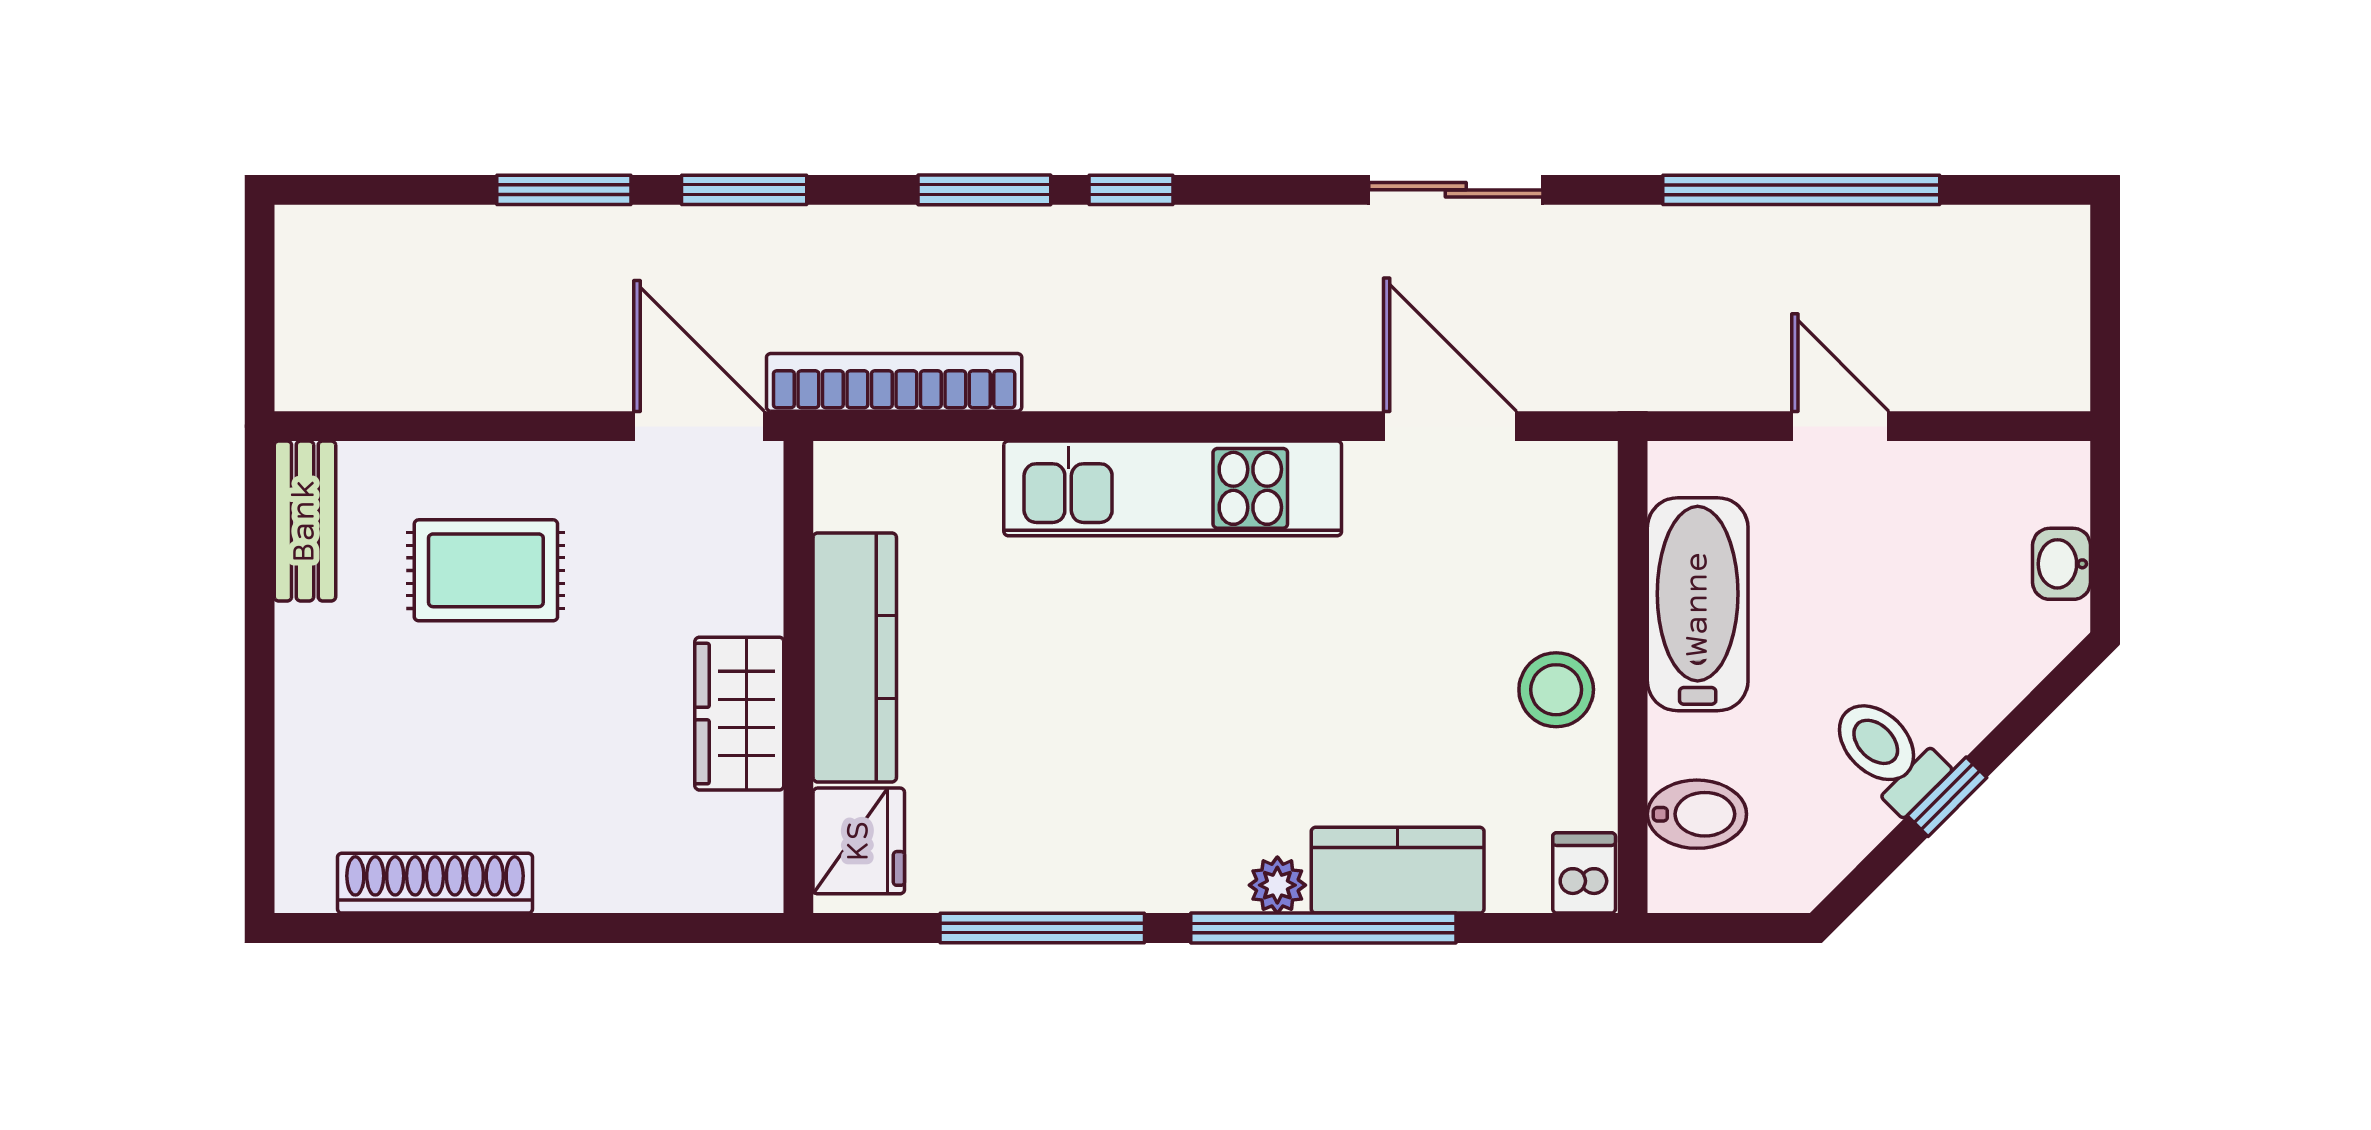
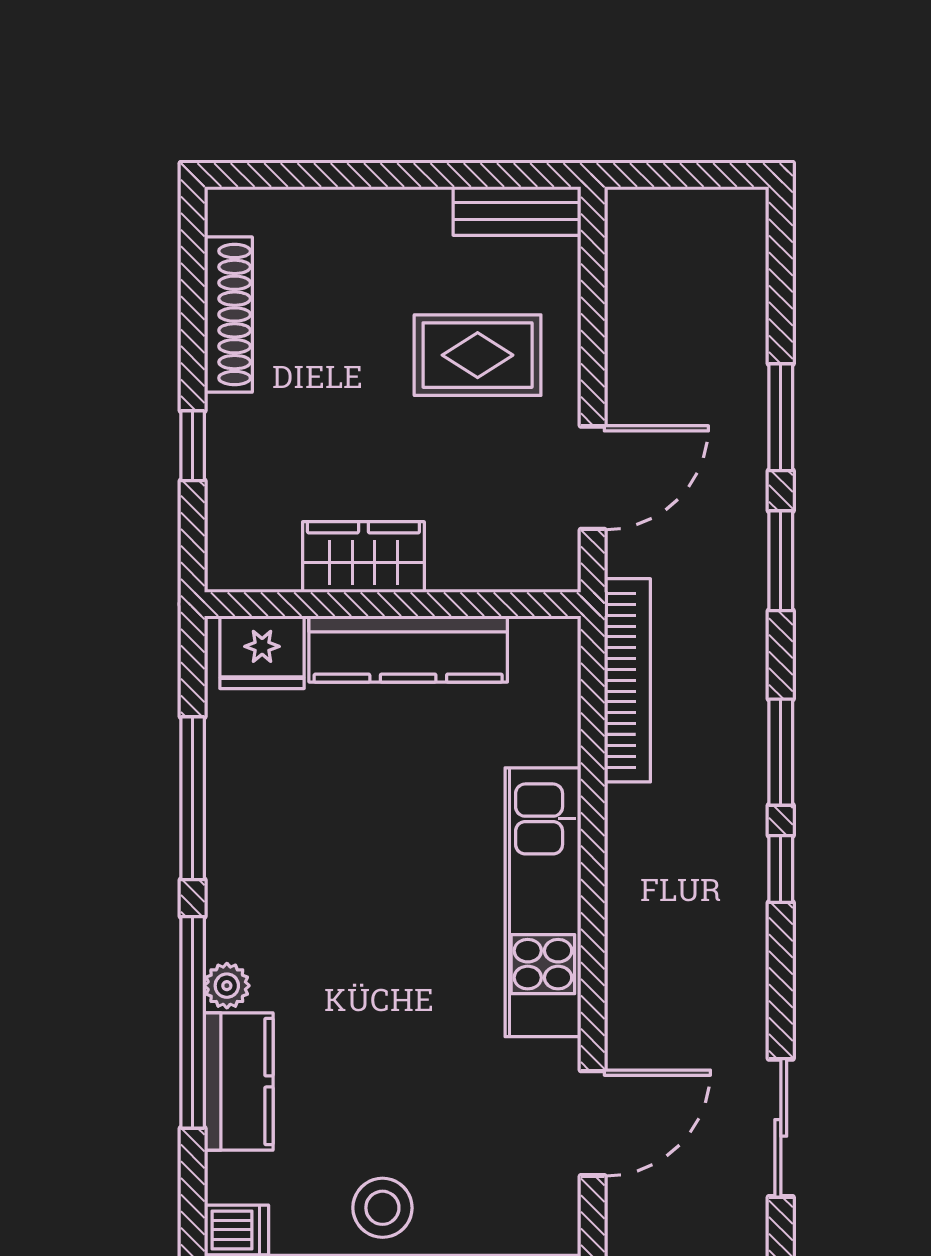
door: (699, 426) -> (593, 478), moved
rug: (486, 570) -> (478, 355), turned 90
window: (600, 928) -> (193, 446), added

